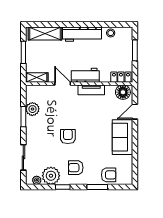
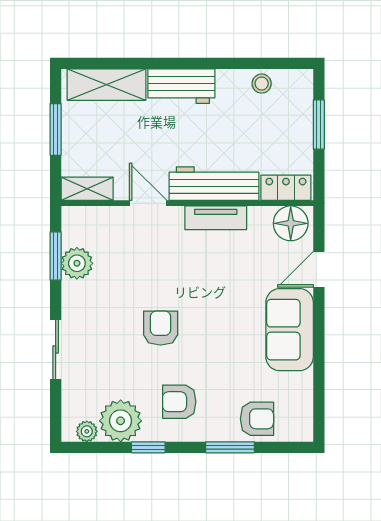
workbench: (82, 34) -> (181, 86), width x0.73
workbench: (85, 75) -> (214, 184), width x1.38
window: (23, 117) -> (56, 256), moved
sliding door: (23, 157) -> (56, 349), moved

